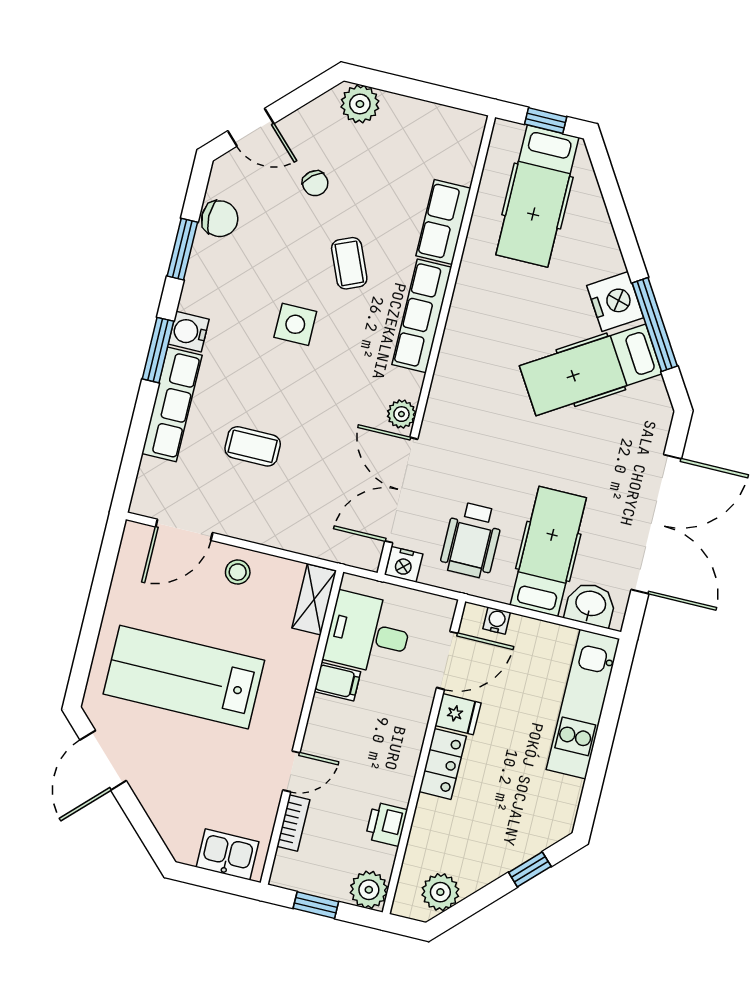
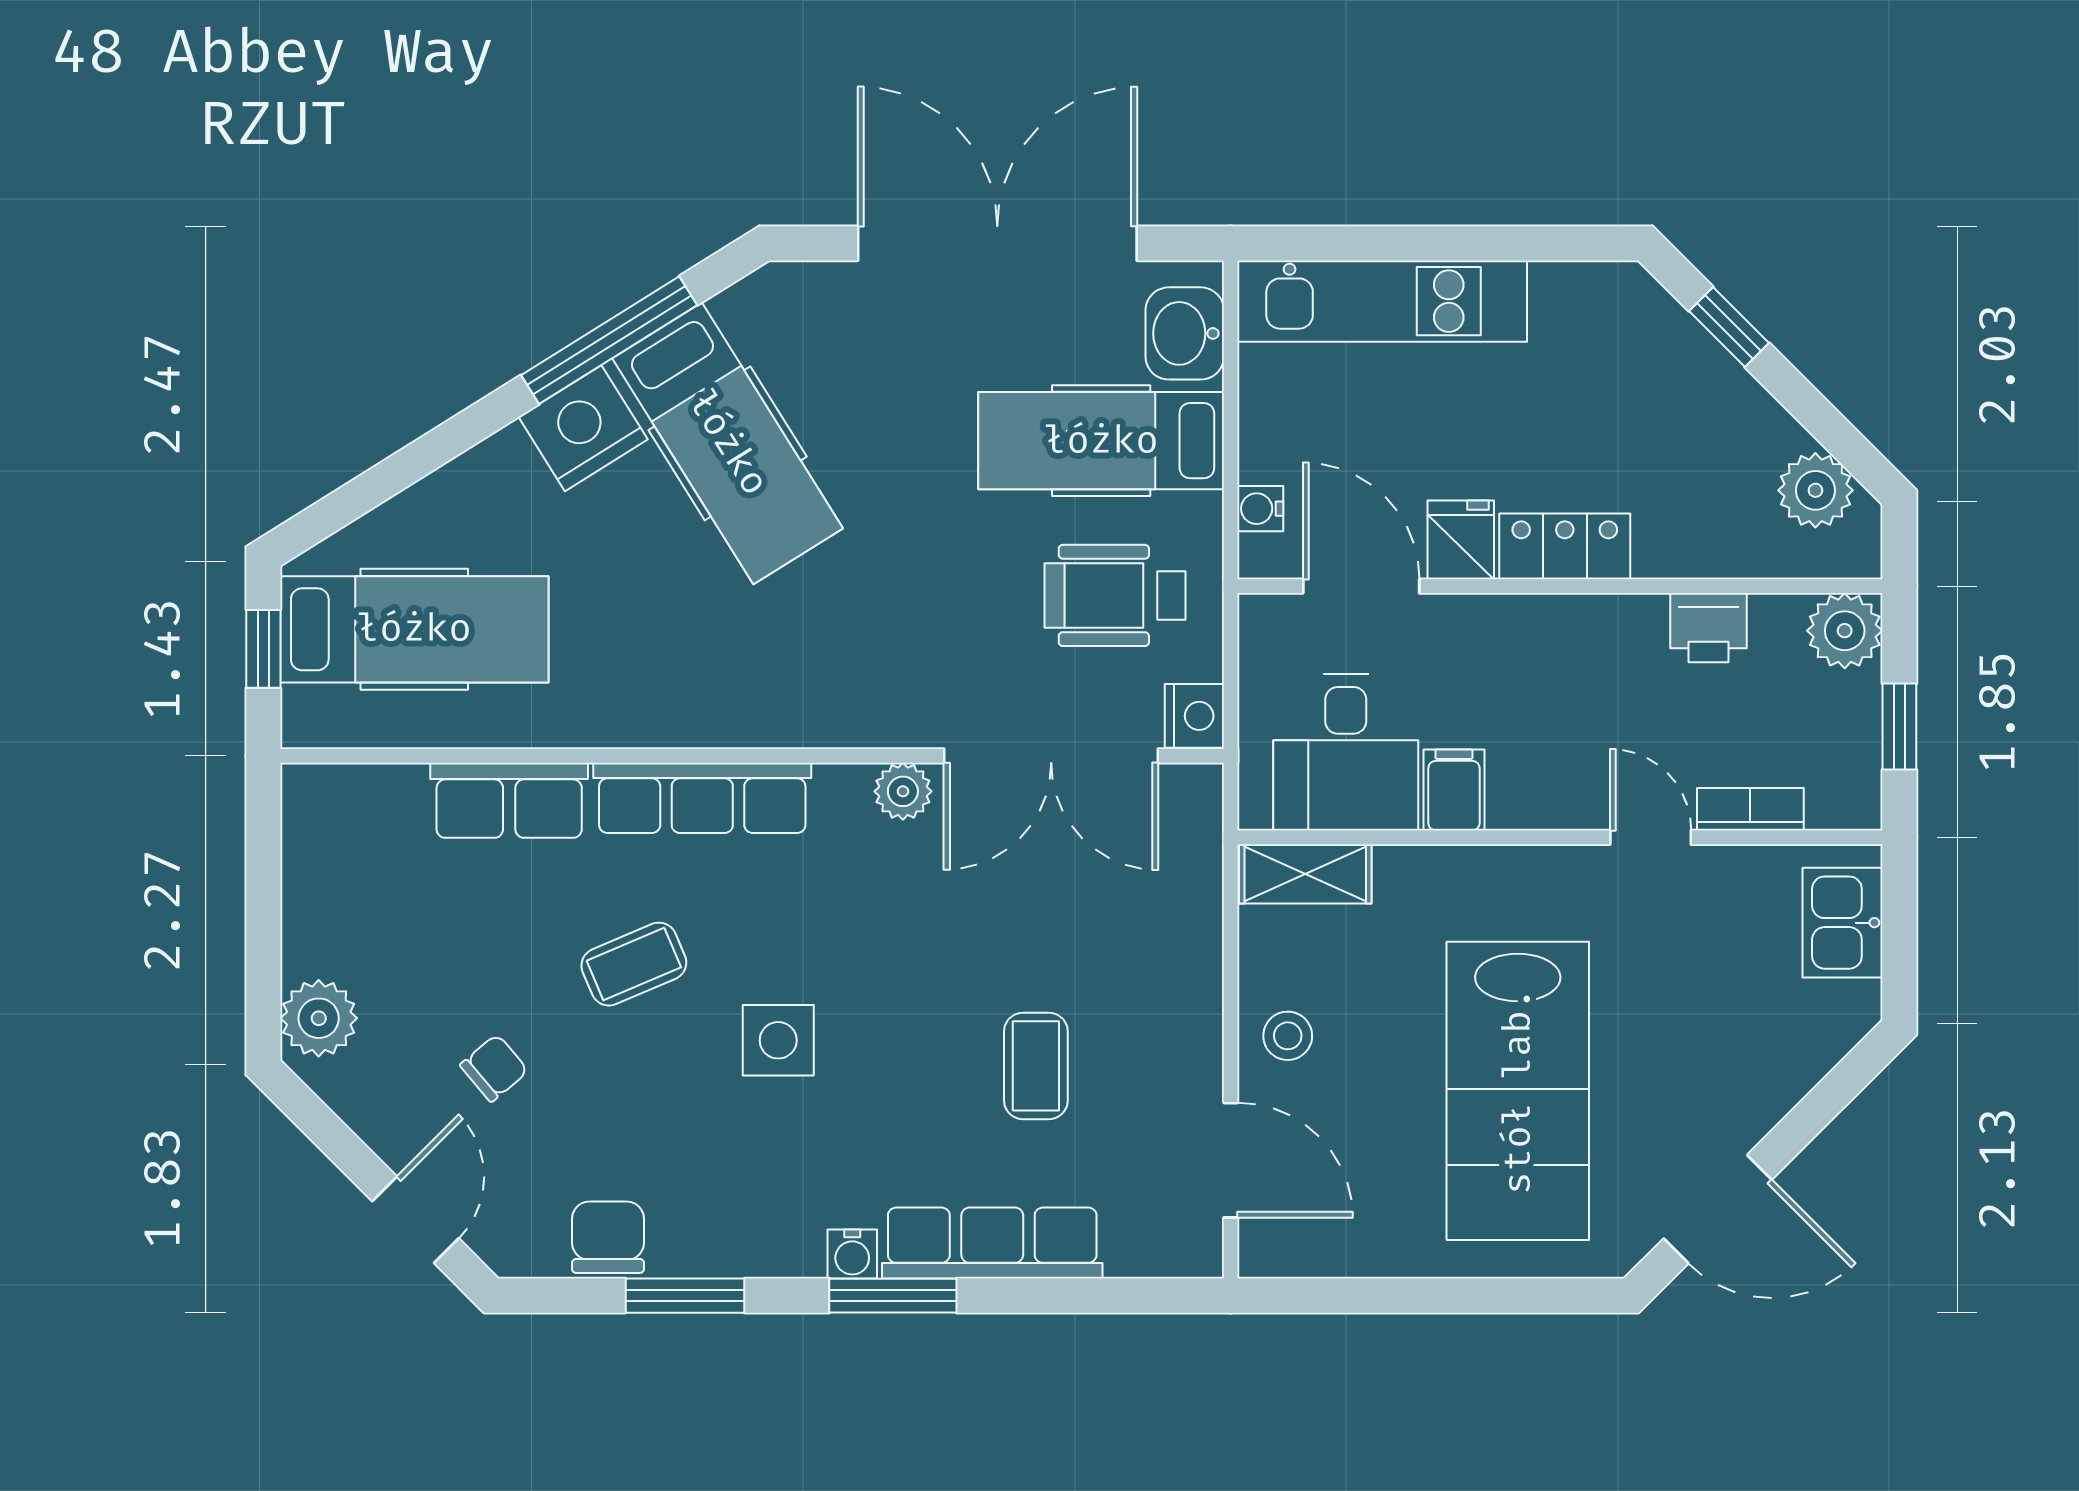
water cooler: (189, 332) -> (852, 1254), width x0.72, depth x0.72
wheelchair: (472, 540) -> (1115, 595), turned 180

